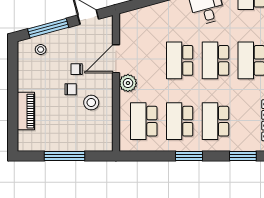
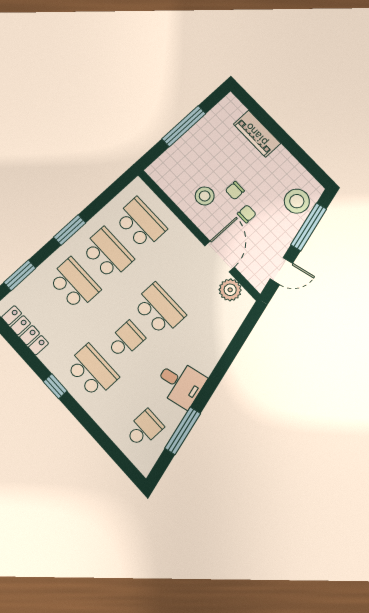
stool: (41, 49) -> (297, 201), width x1.89, depth x1.89
school desk: (215, 60) -> (126, 340), width x0.54
plant: (128, 83) -> (230, 290), moved

